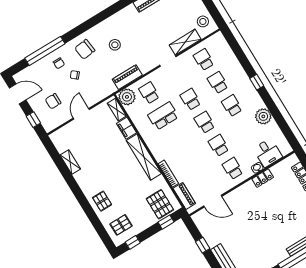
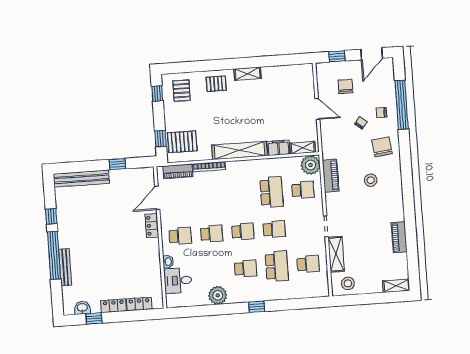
school desk: (218, 83) -> (277, 266), width x1.85
shelving: (70, 162) -> (248, 74), moved
locker: (263, 178) -> (152, 226), moved

